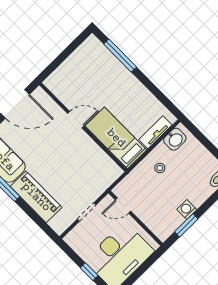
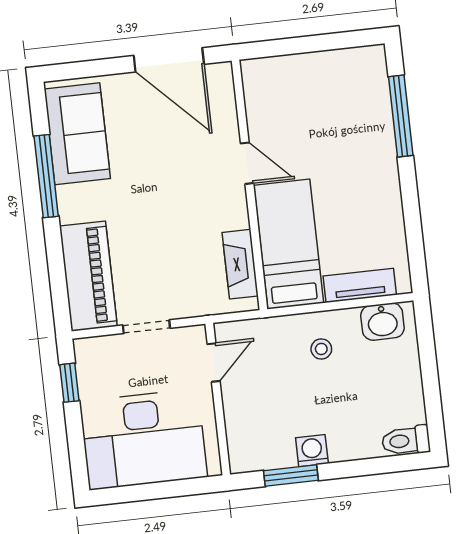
fireplace: (103, 160) -> (240, 264), added
piano: (36, 197) -> (88, 276), moved
door: (123, 205) -> (214, 362), swing flipped
window: (89, 272) -> (69, 383), moved

